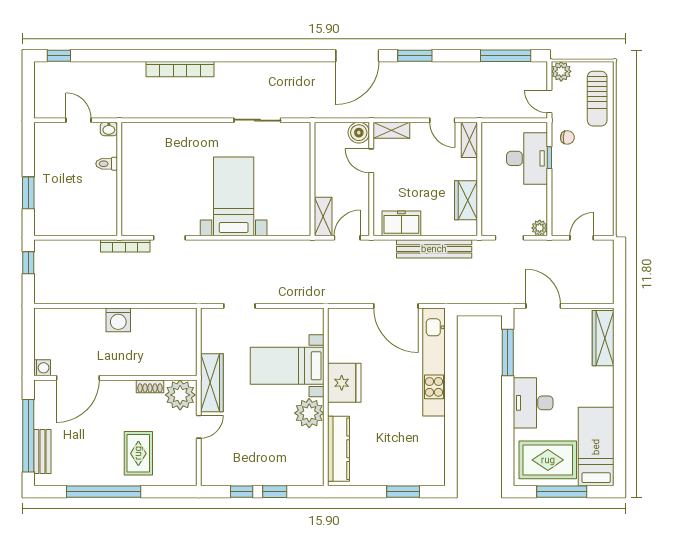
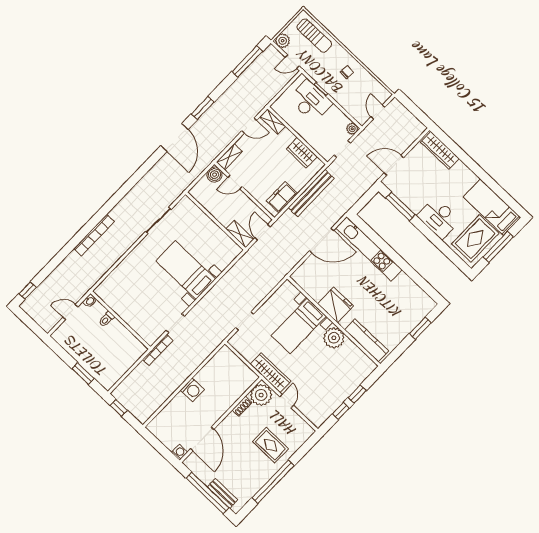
chair: (567, 137) -> (347, 72), moved

